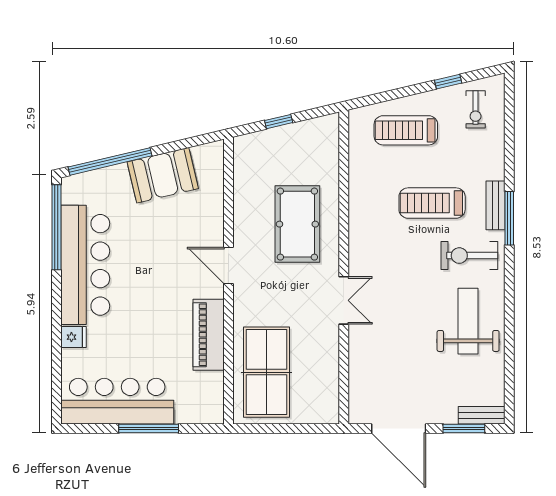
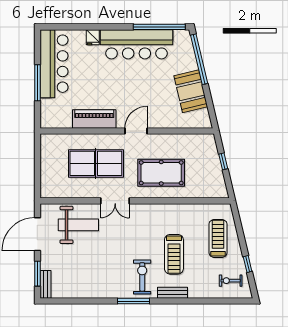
treadmill: (432, 203) -> (174, 254), turned 180
window: (509, 218) -> (133, 301), moved
weight bench: (468, 321) -> (78, 225), moved
table tennis table: (267, 372) -> (96, 163), moved

